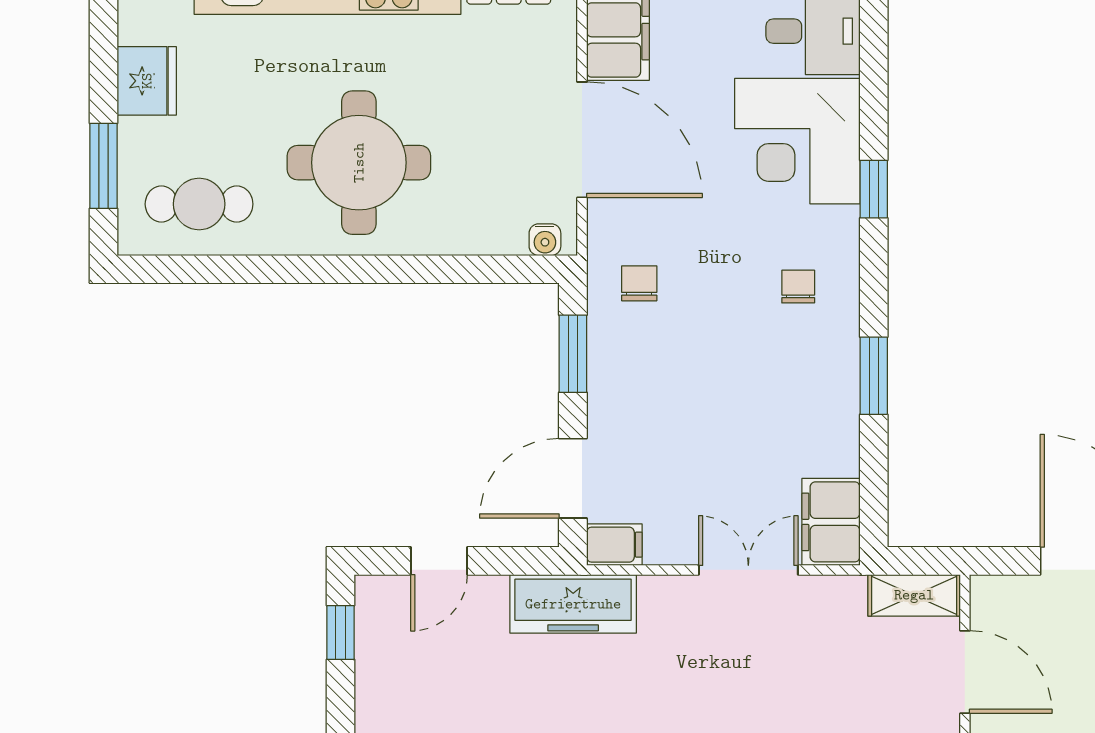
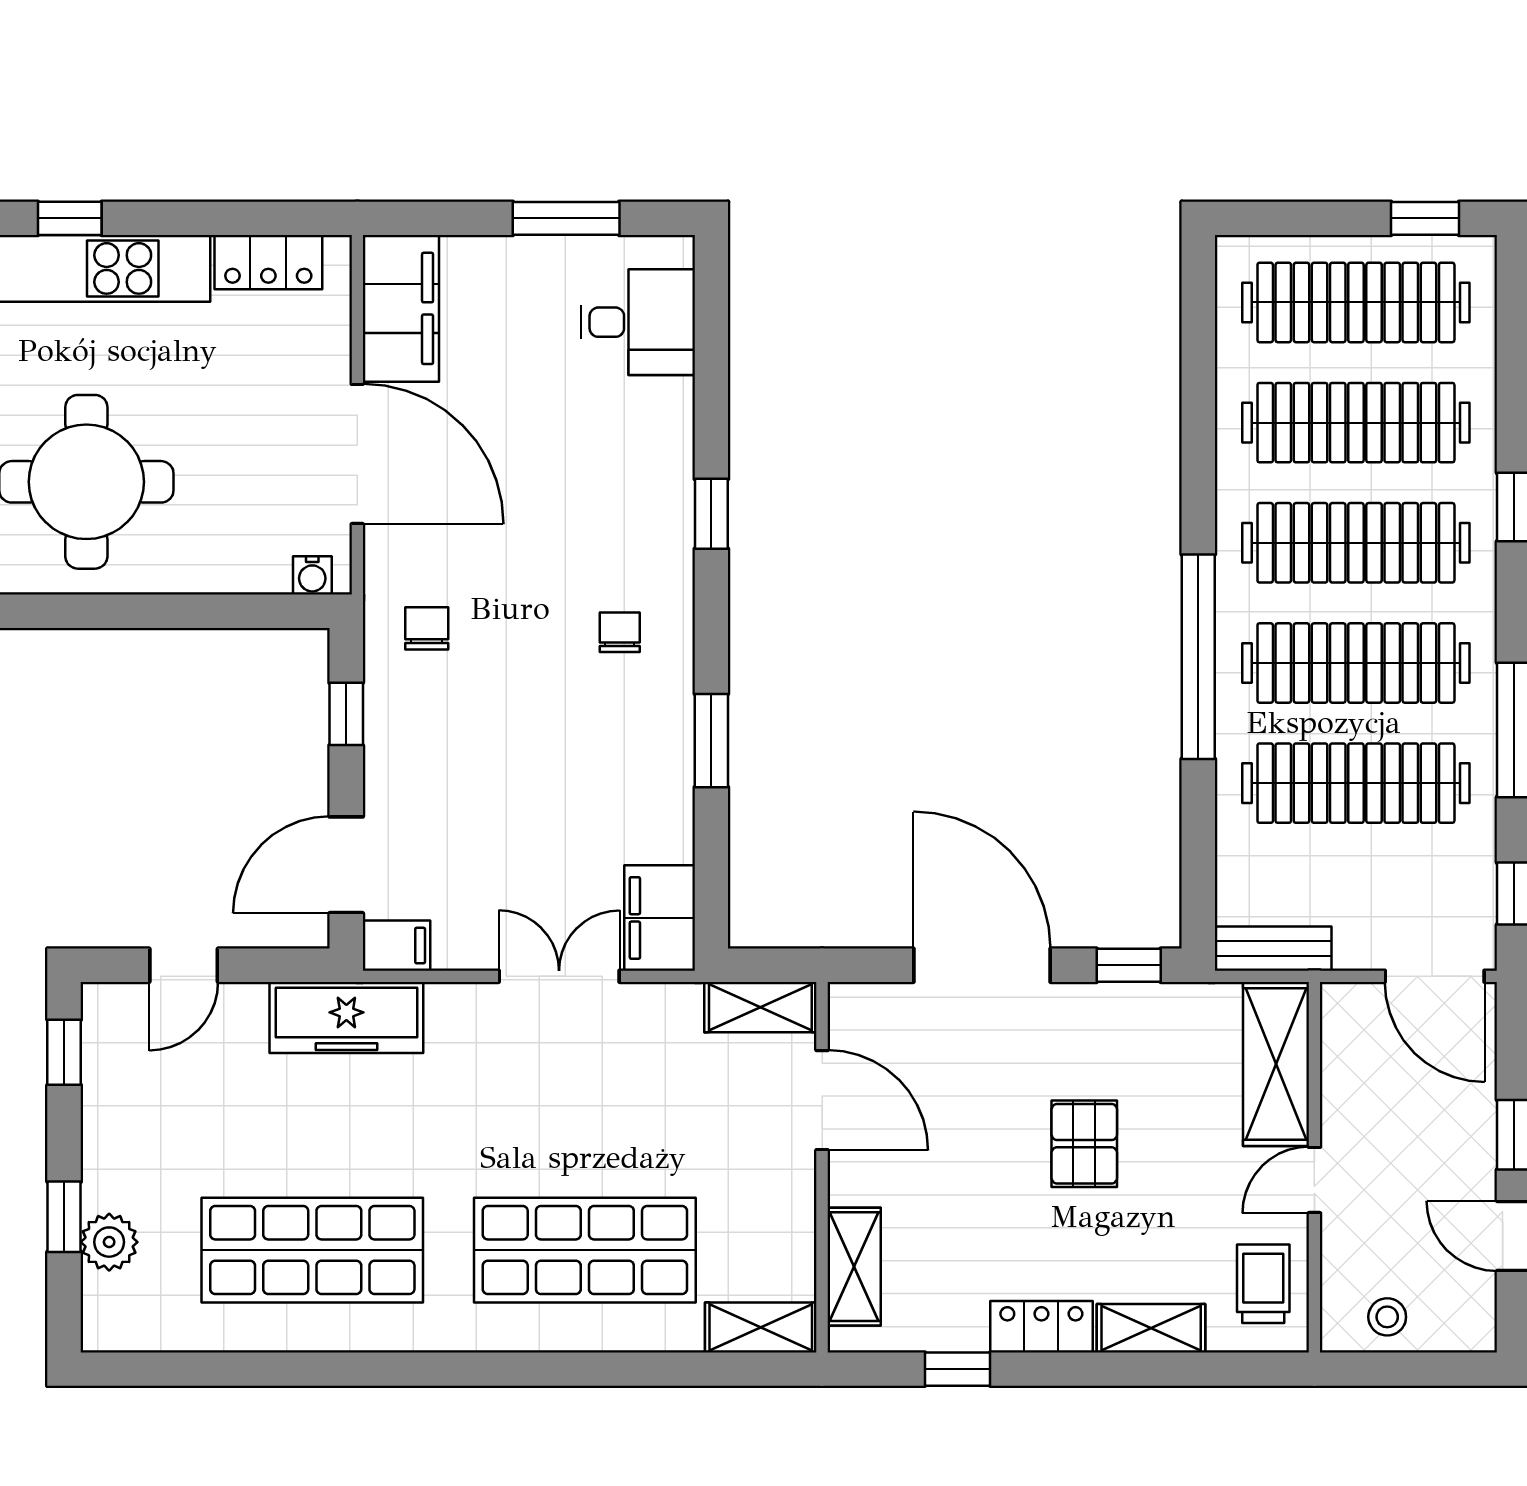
corner desk: (797, 141) -> (619, 456), removed
window: (573, 354) -> (346, 714), width x0.67

